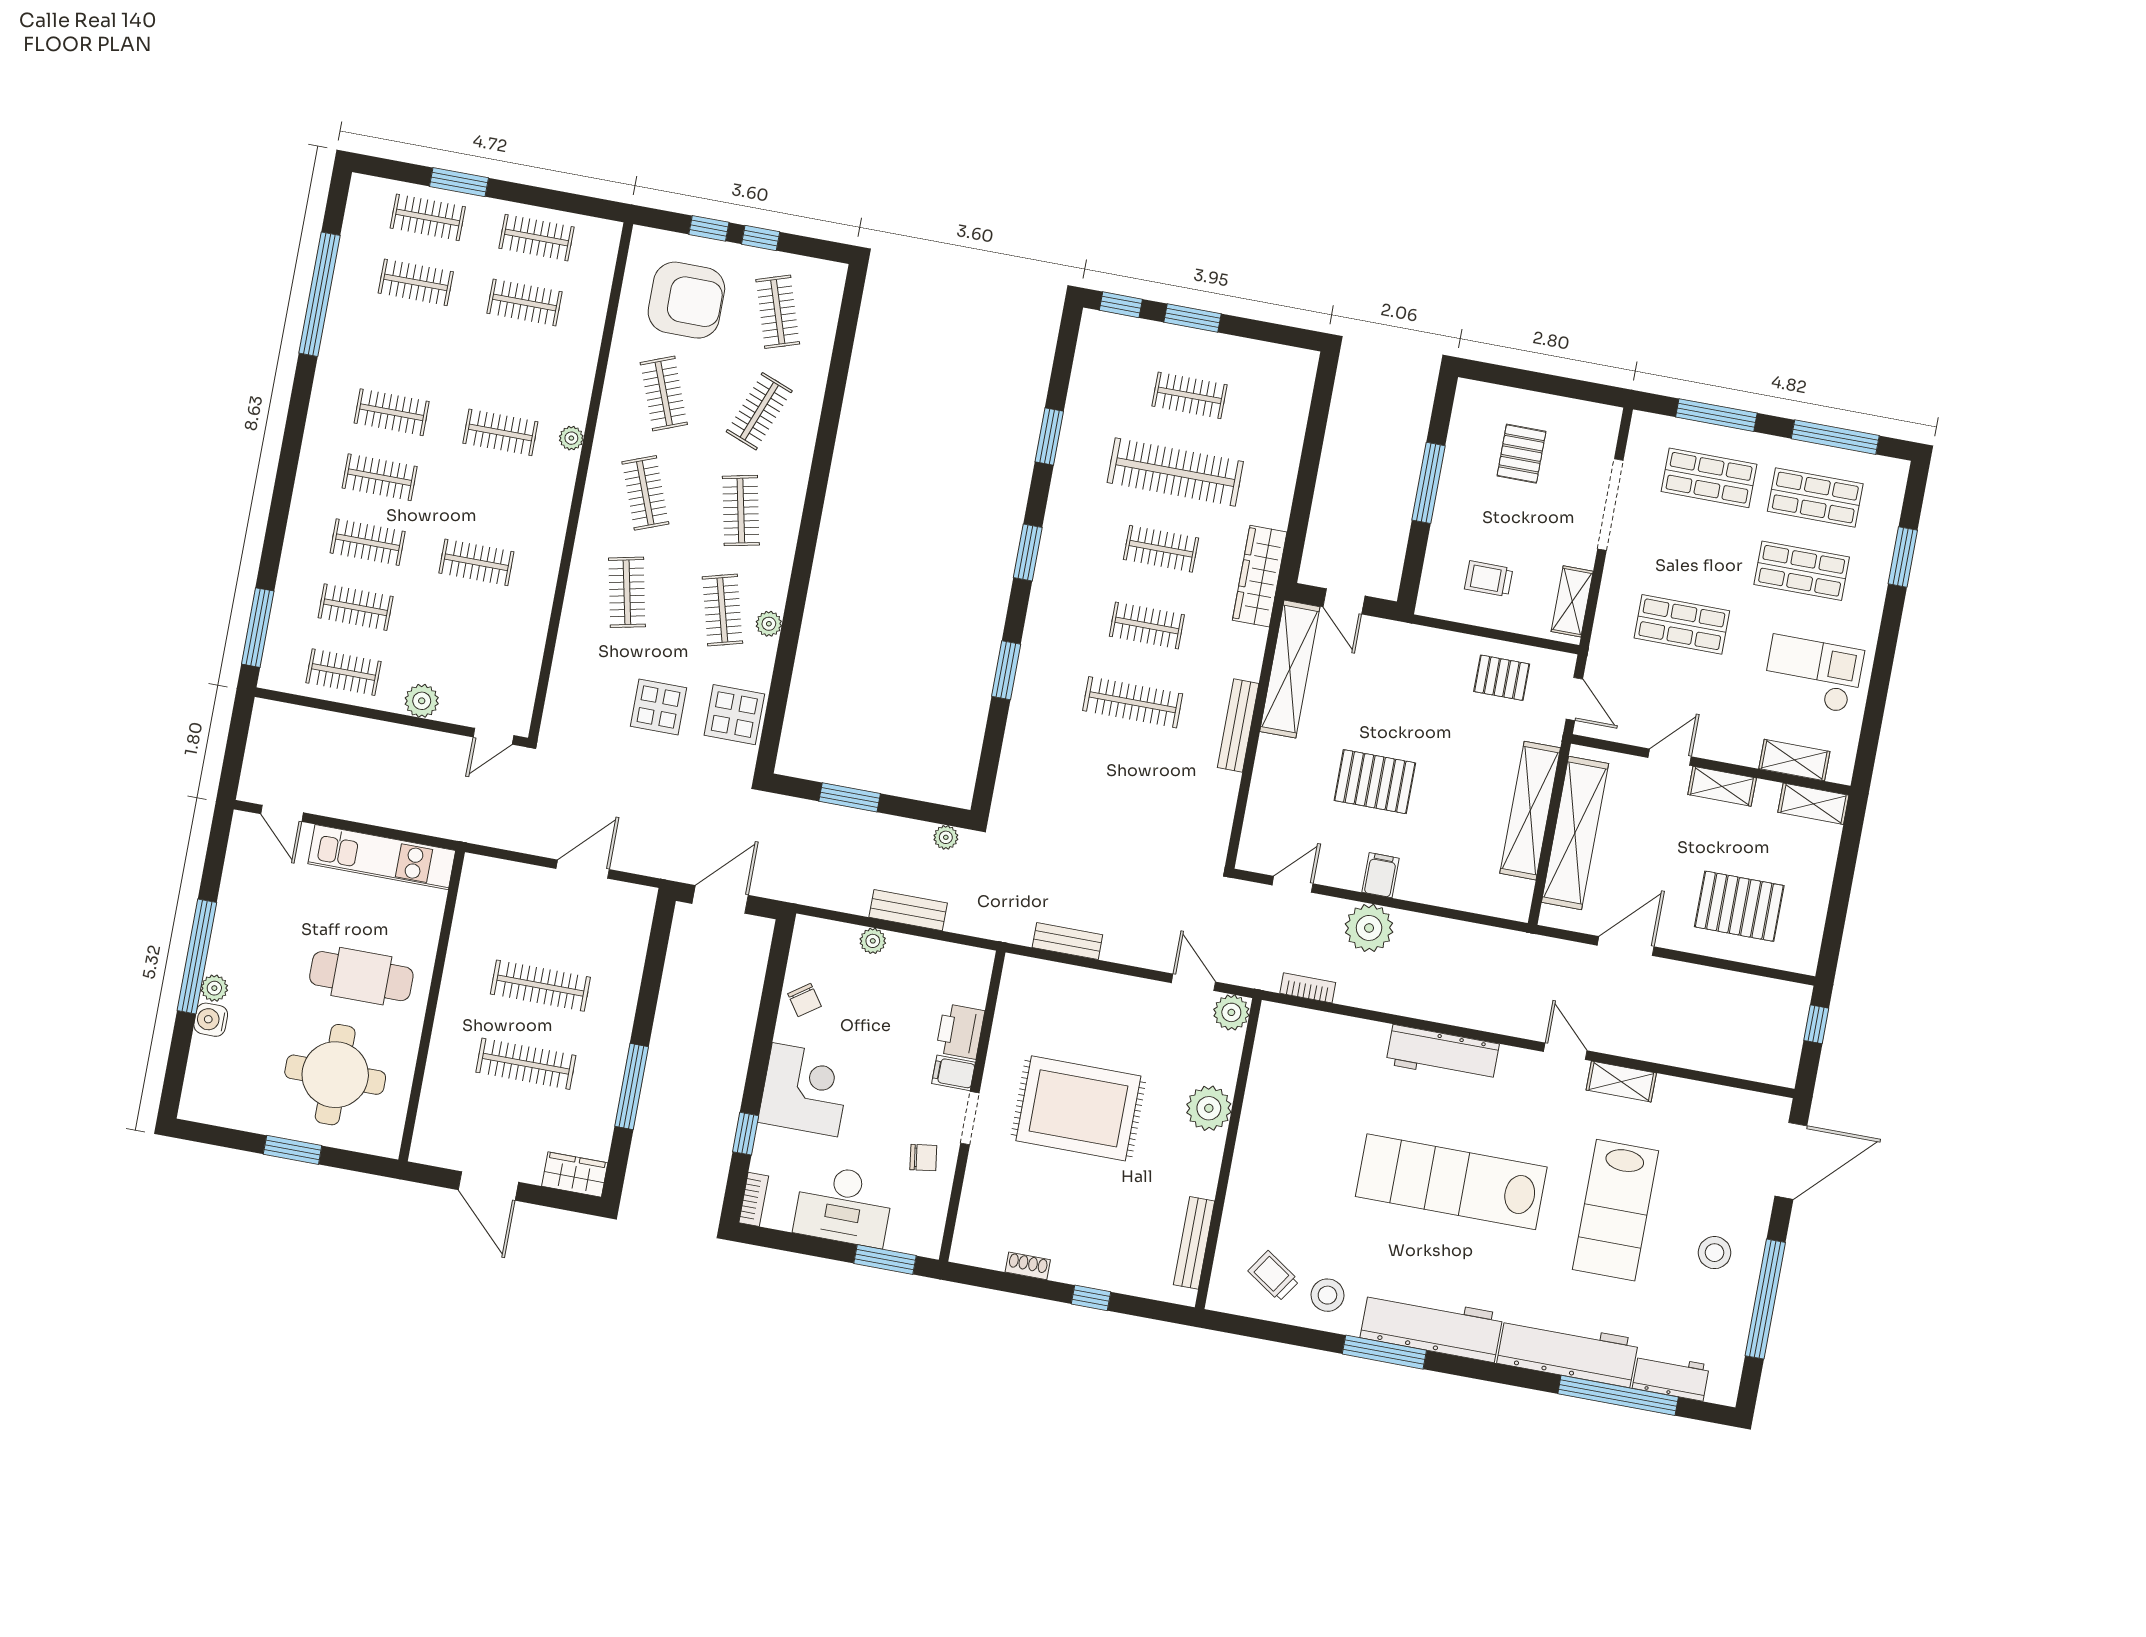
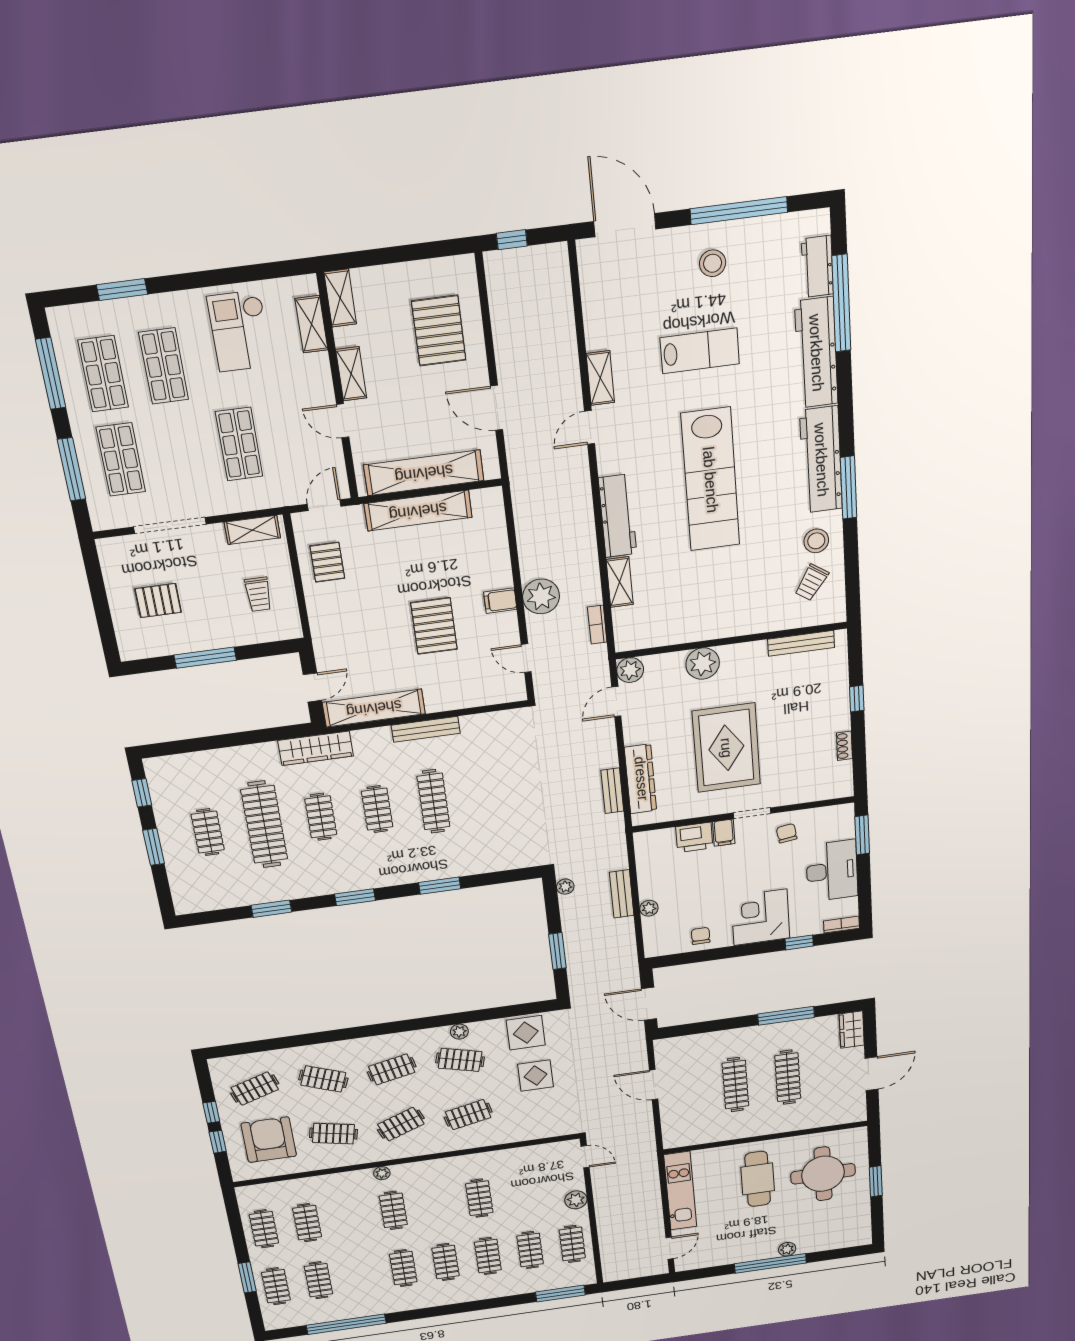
window: (1121, 305) -> (142, 793), moved
clothes rail: (664, 393) -> (333, 1134), turned 33
clothes rail: (722, 610) -> (460, 1060), turned 30
dresser: (1072, 983) -> (641, 779), added
chair: (804, 1000) -> (701, 936), turned -55
water cooler: (211, 1020) -> (807, 1245), removed
shelving: (1355, 1032) -> (620, 582), added
lab bench: (1616, 1210) -> (700, 351), width x0.73, depth x0.72

